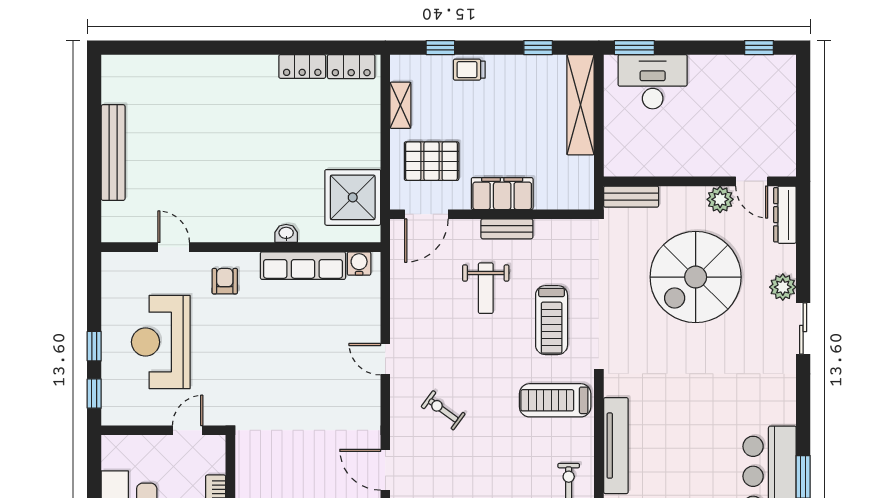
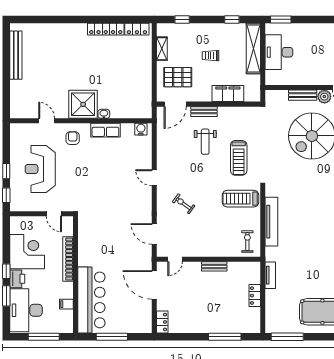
locker: (302, 66) -> (106, 29), width x1.53
trolley: (469, 70) -> (211, 56), moved
desk: (653, 82) -> (279, 52), moved, turned -90
bench: (113, 153) -> (16, 55), moved
filing cabinet: (502, 194) -> (228, 94), moved
shower: (353, 197) -> (83, 104), moved
bench: (631, 197) -> (303, 95), moved
bench: (507, 229) -> (204, 112), moved
row of seats: (303, 266) -> (105, 130), width x0.68
door: (188, 430) -> (54, 214), swing flipped

